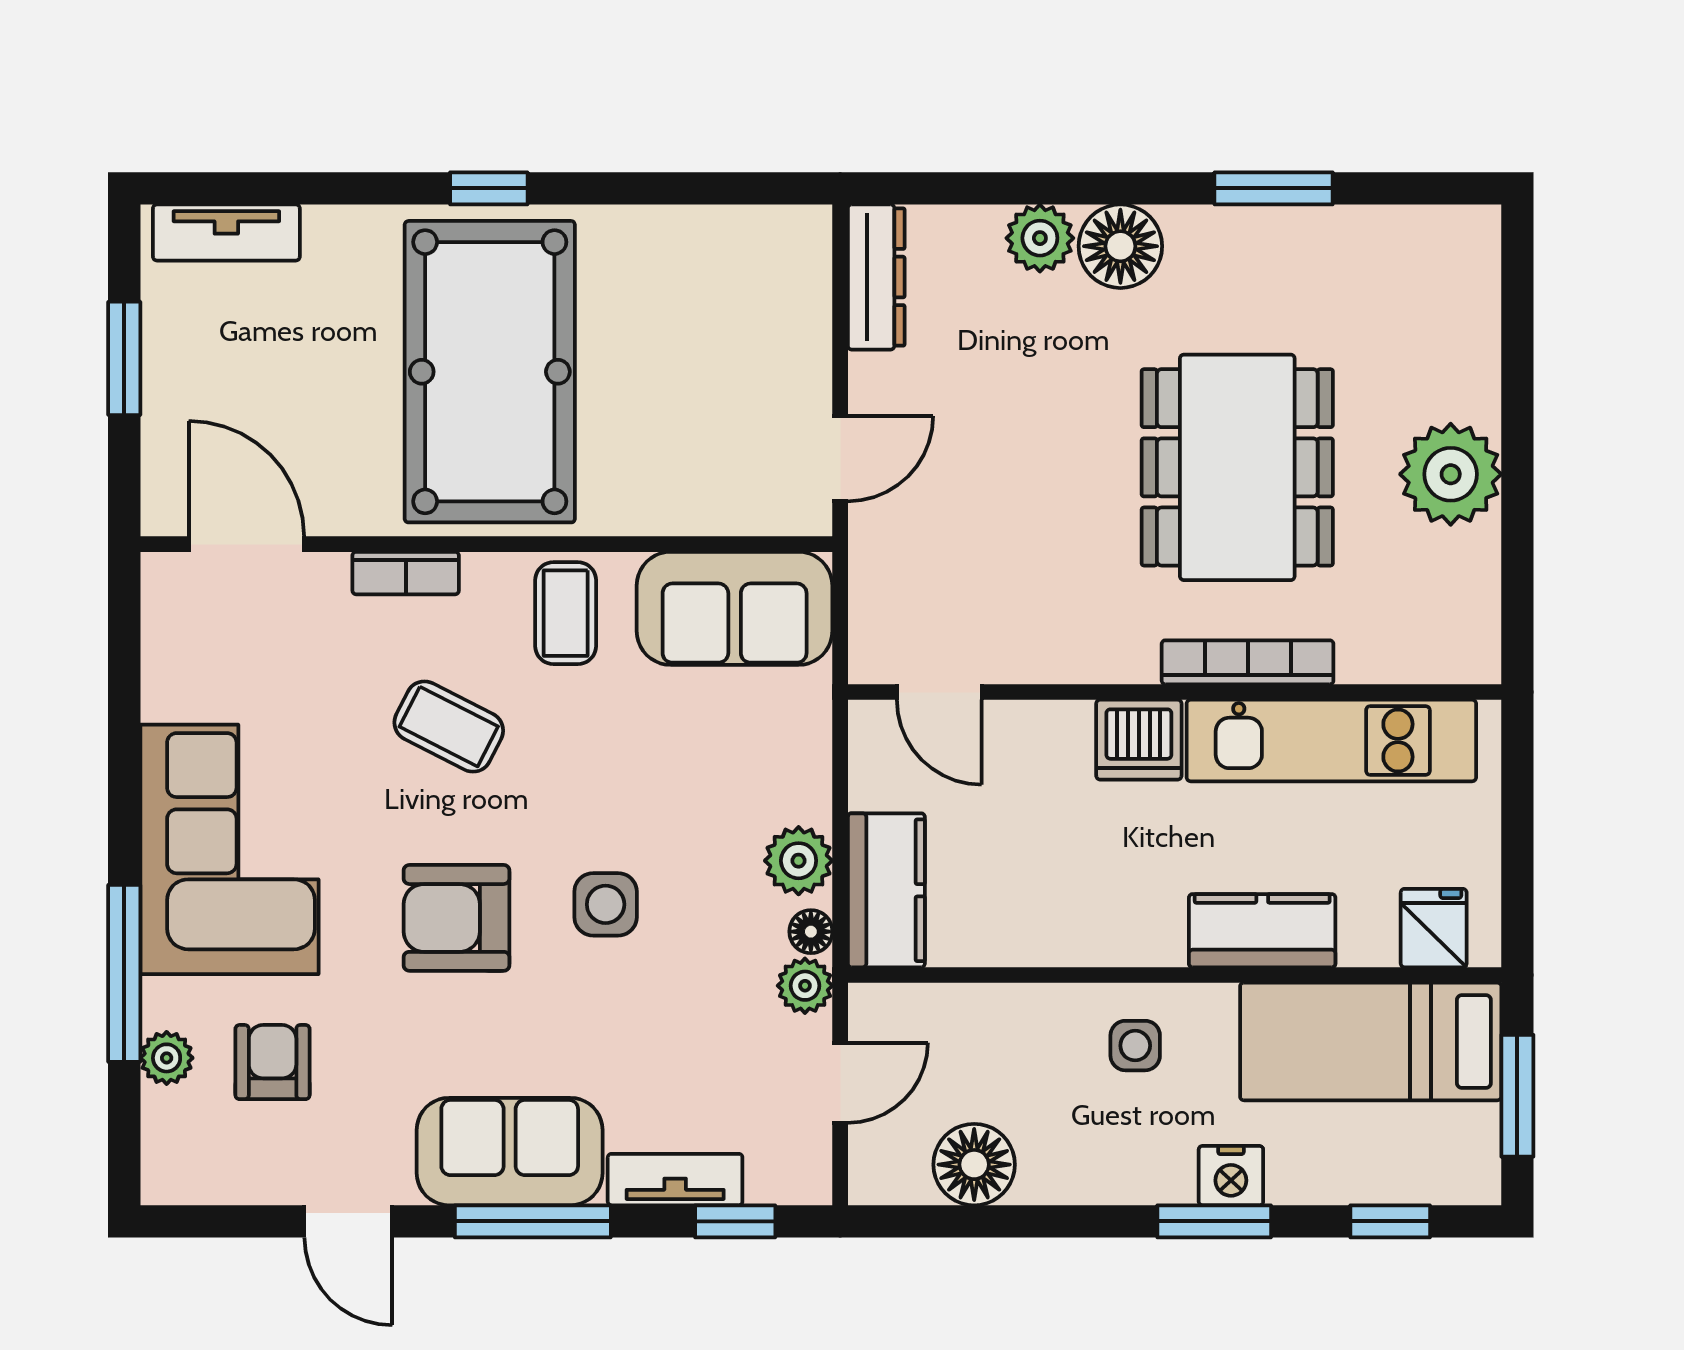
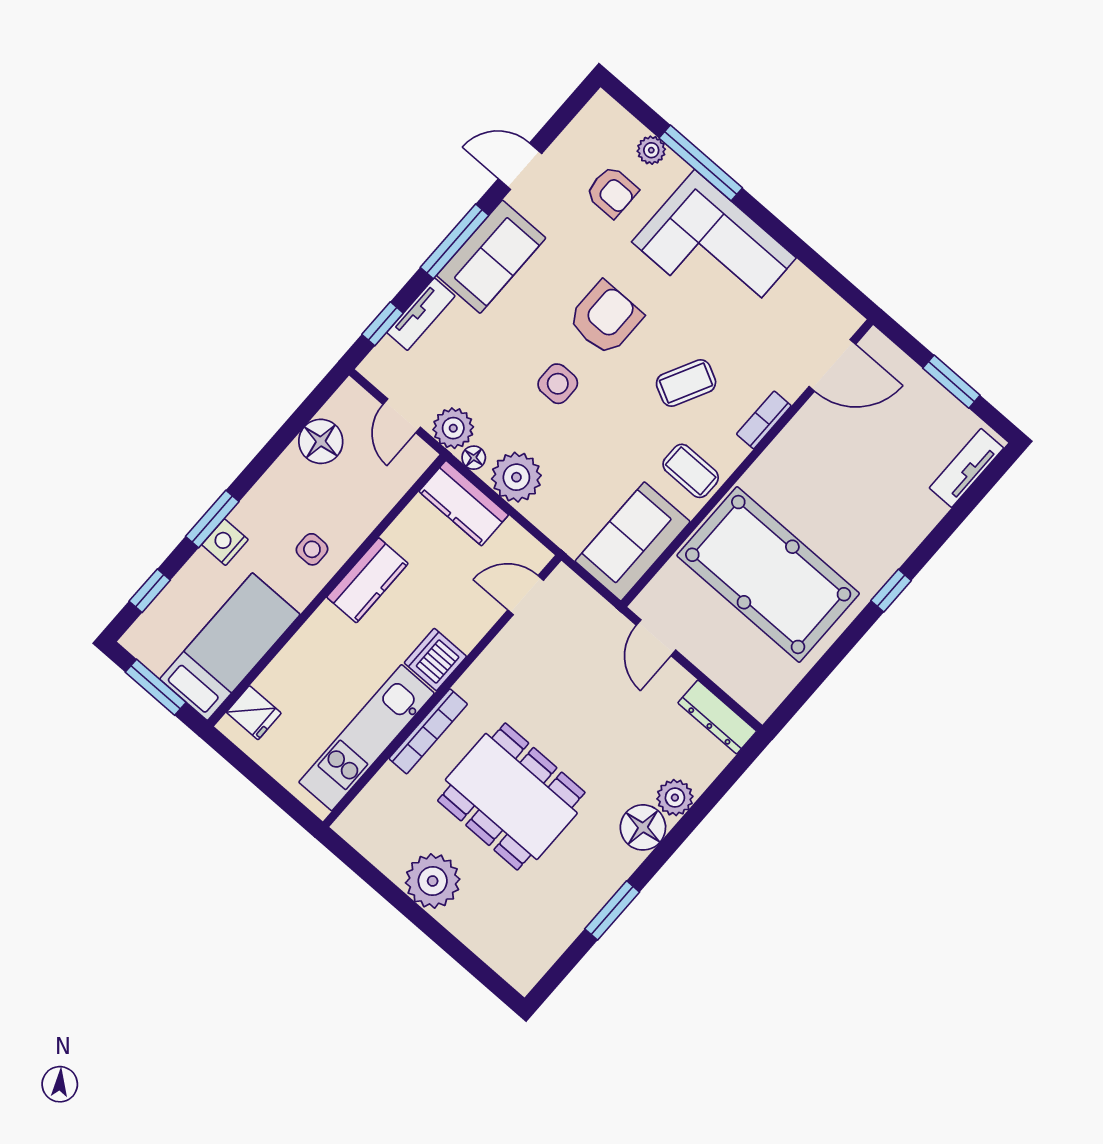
pool table: (490, 372) -> (768, 574), moved
plant: (799, 861) -> (516, 477), width x1.36, depth x1.36
kitchen counter: (1262, 931) -> (367, 580), moved
plant: (805, 986) -> (453, 428), width x1.38, depth x1.38

